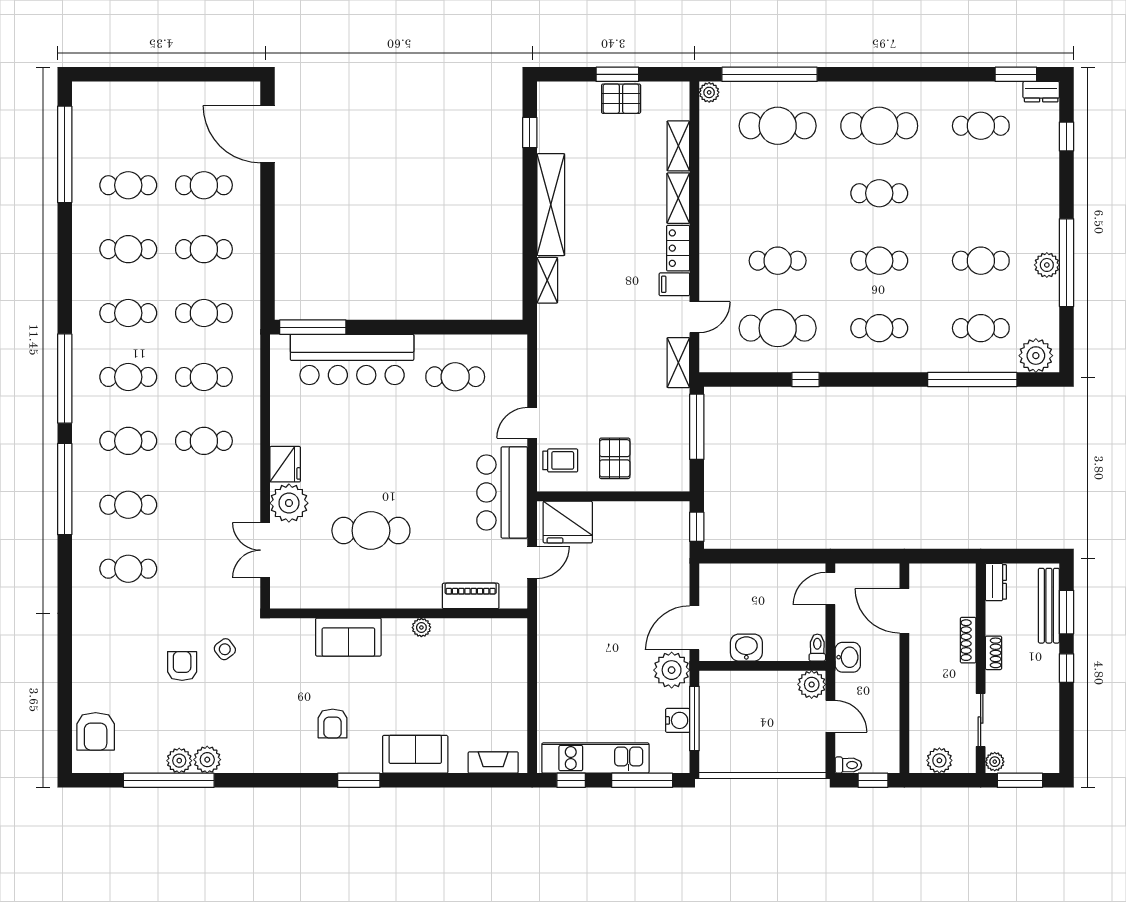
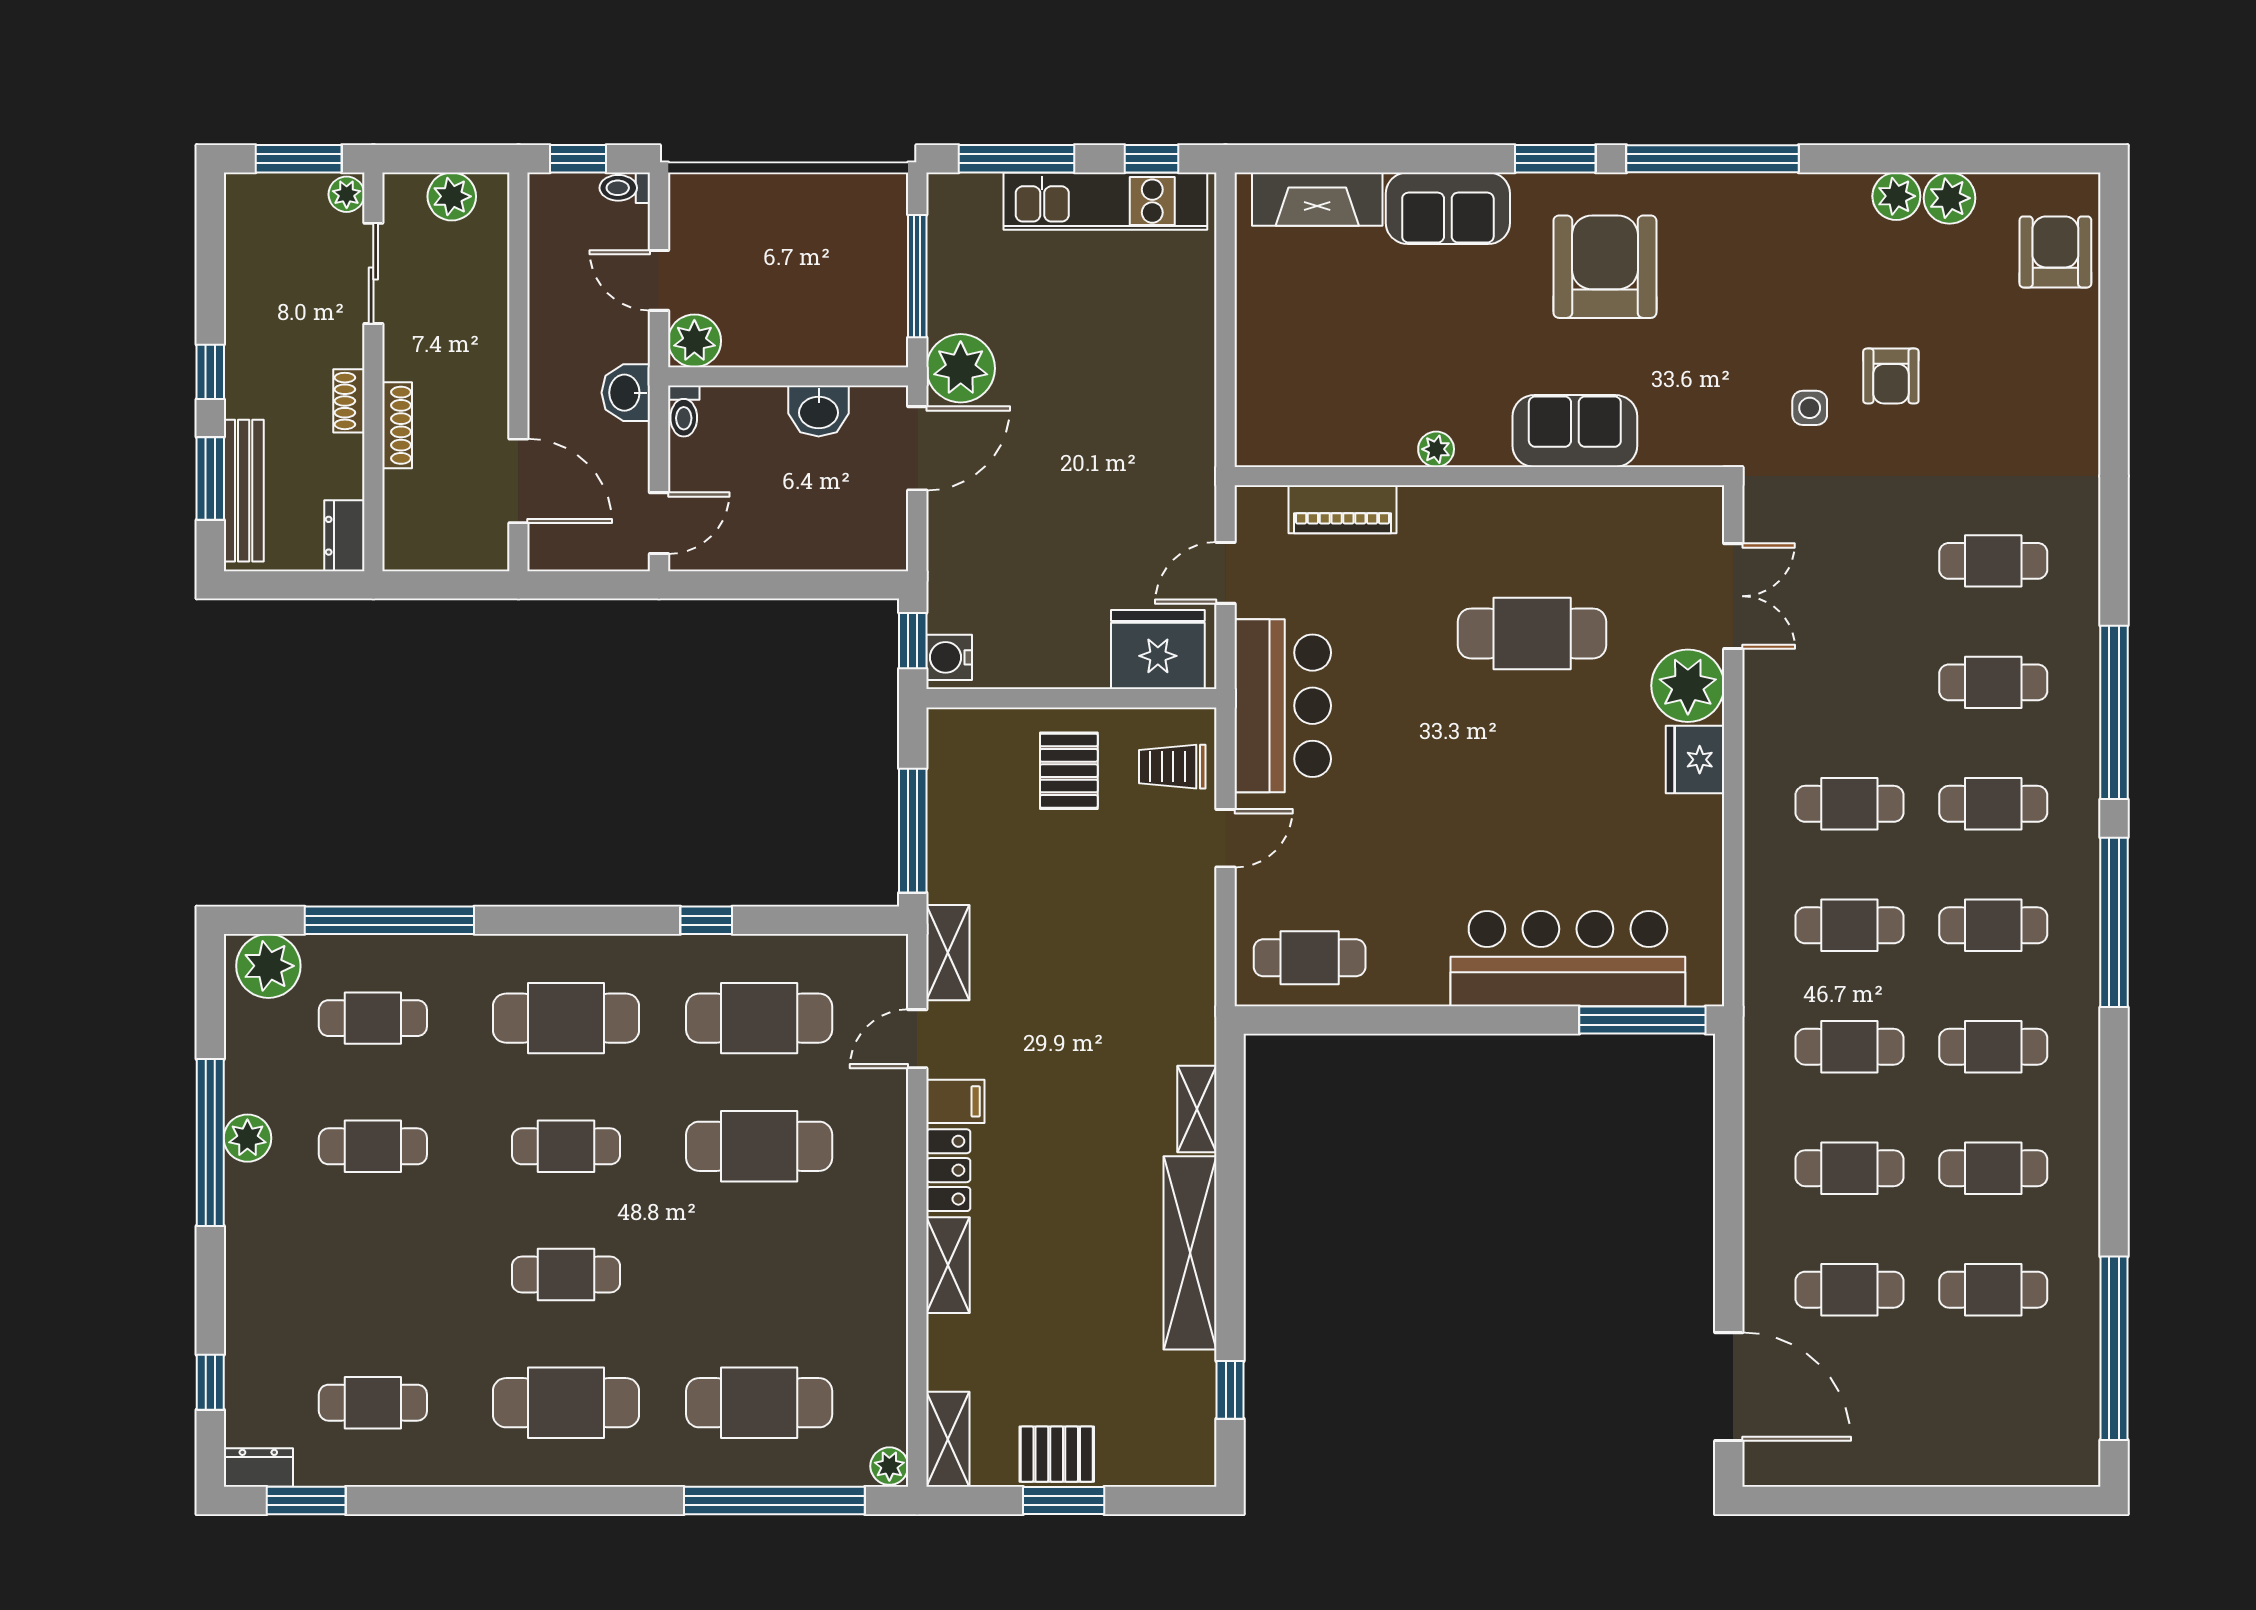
shelving: (678, 146) -> (948, 1439), moved
cafe table: (778, 261) -> (759, 1146), width x1.37, depth x1.35
cafe table: (879, 328) -> (566, 1018), width x1.37, depth x1.35
cafe table: (455, 377) -> (1310, 958), moved
side table: (225, 649) -> (1810, 408), turned 37
water cooler: (678, 720) -> (949, 657), moved
armchair: (333, 724) -> (1605, 267), width x1.88, depth x1.88
plant: (207, 760) -> (1949, 198), moved
fireplace: (493, 762) -> (1317, 199), width x1.37, depth x1.32
window: (169, 780) -> (1712, 159), moved

